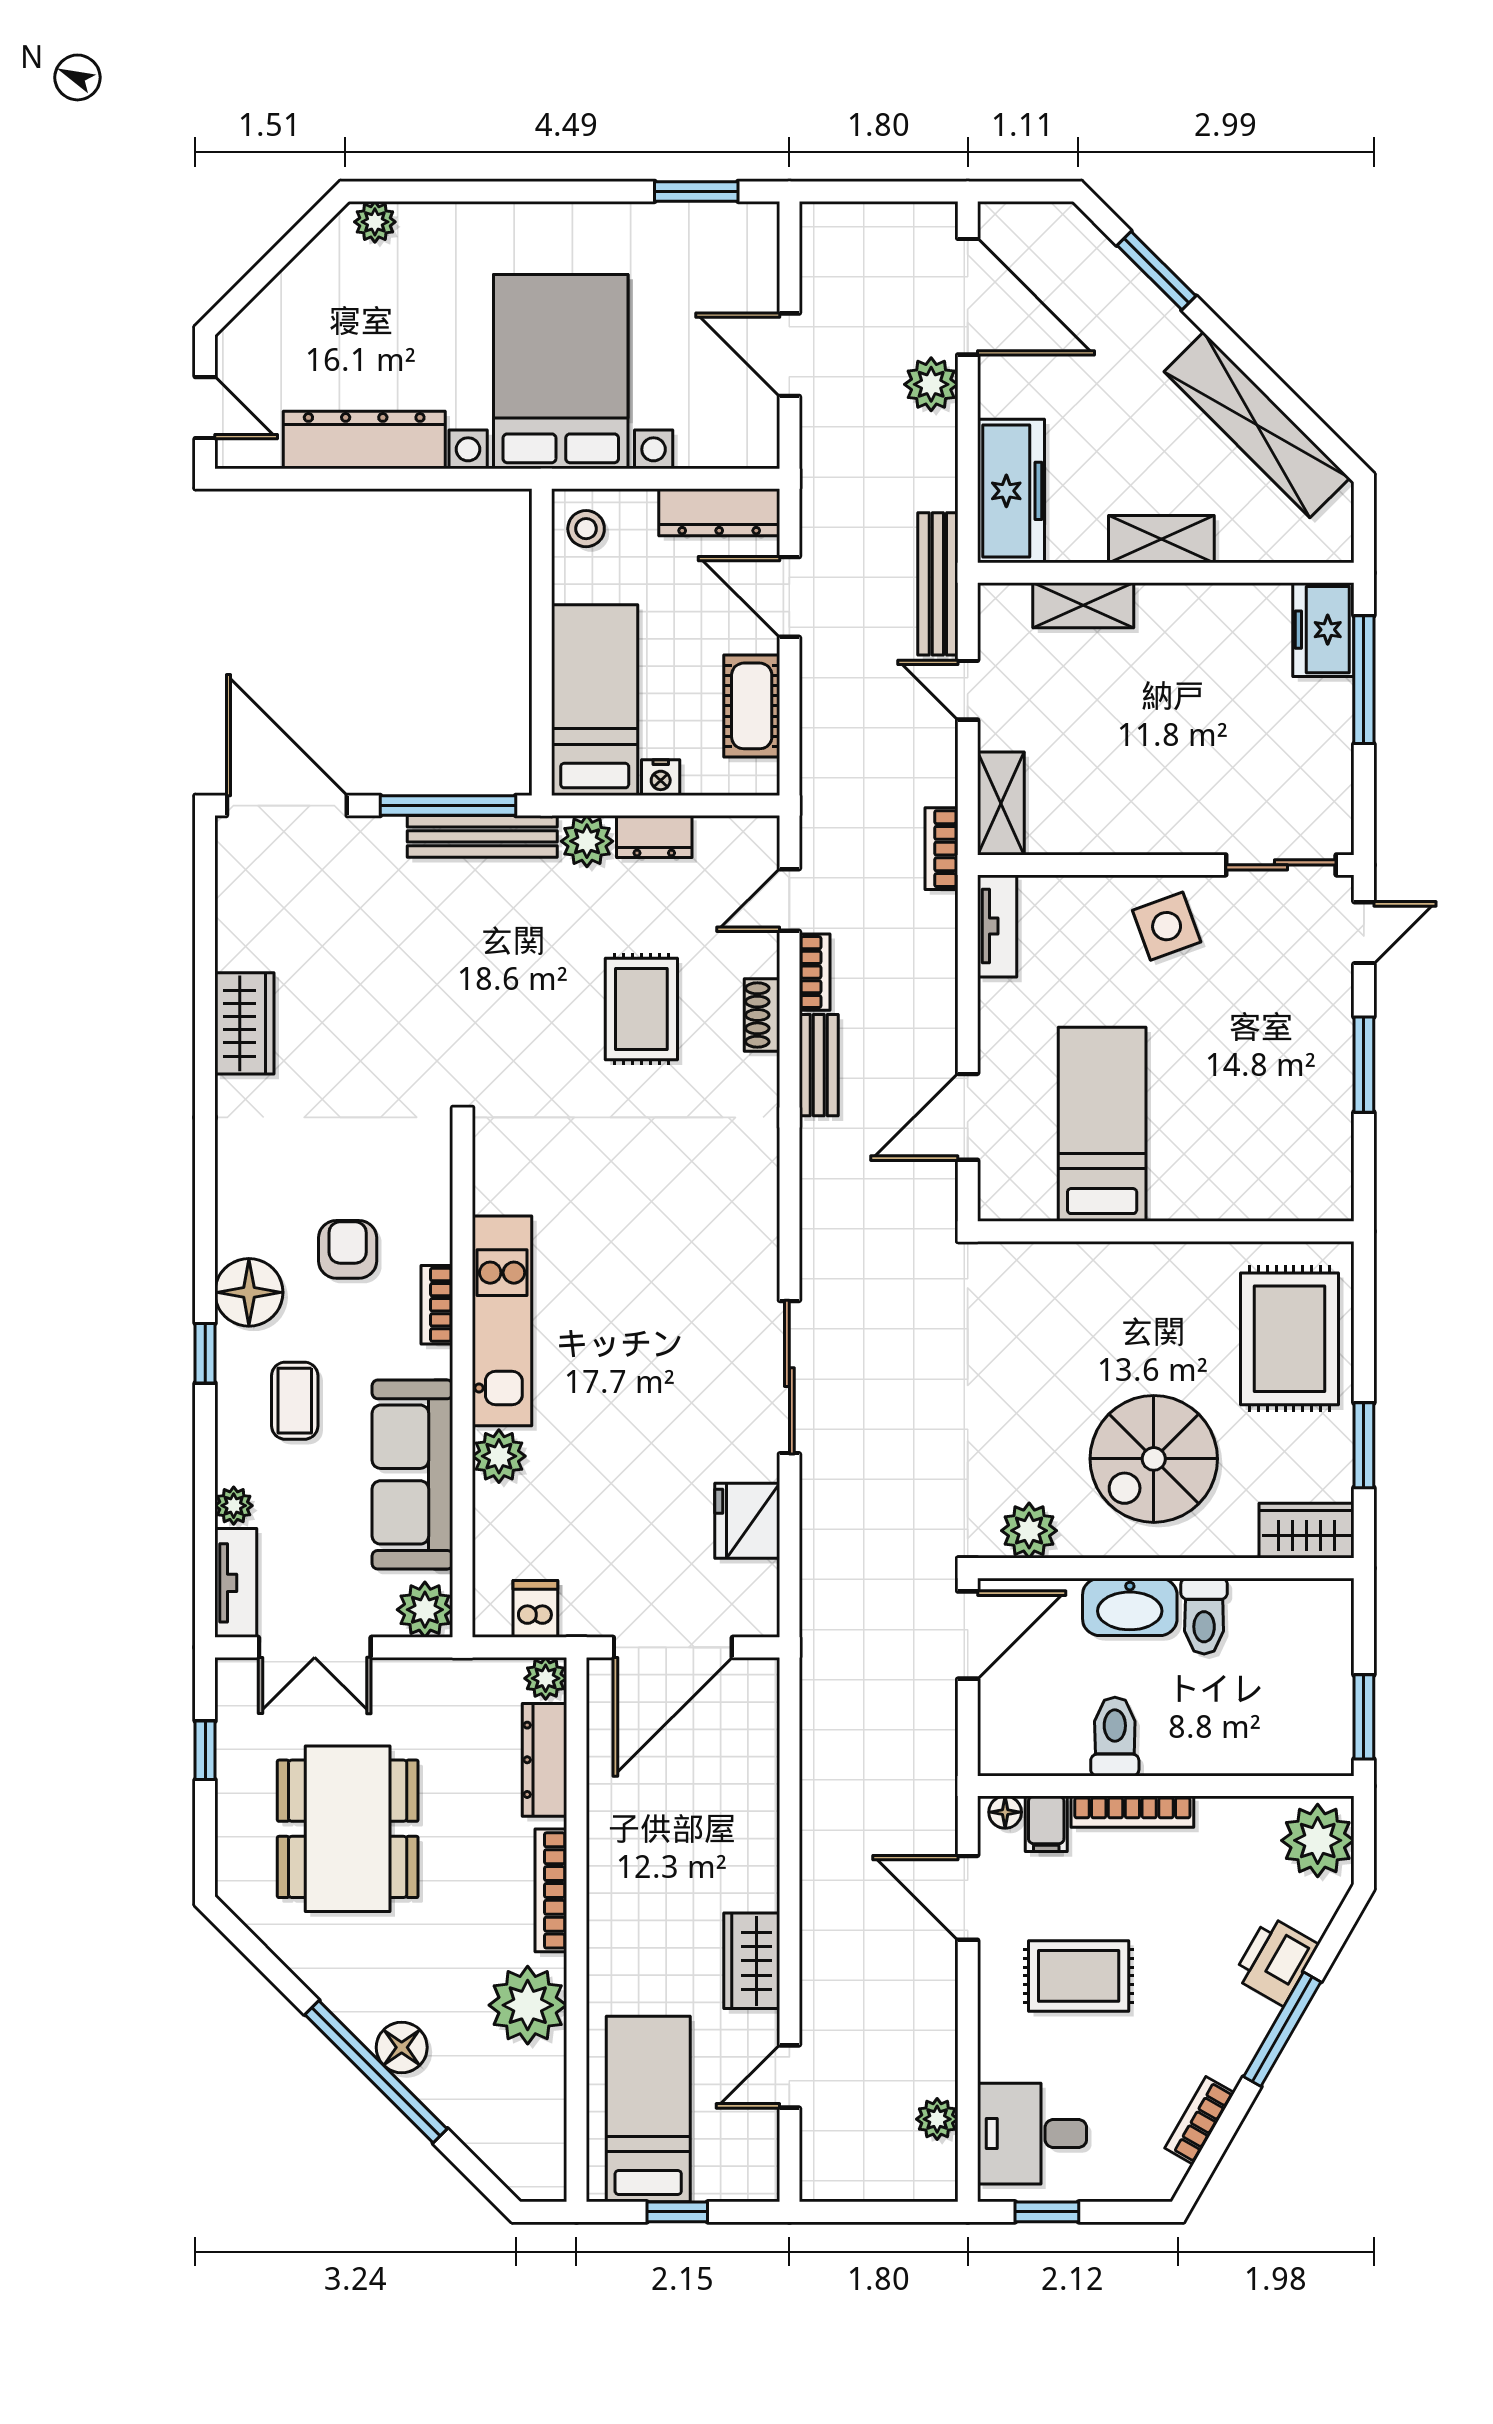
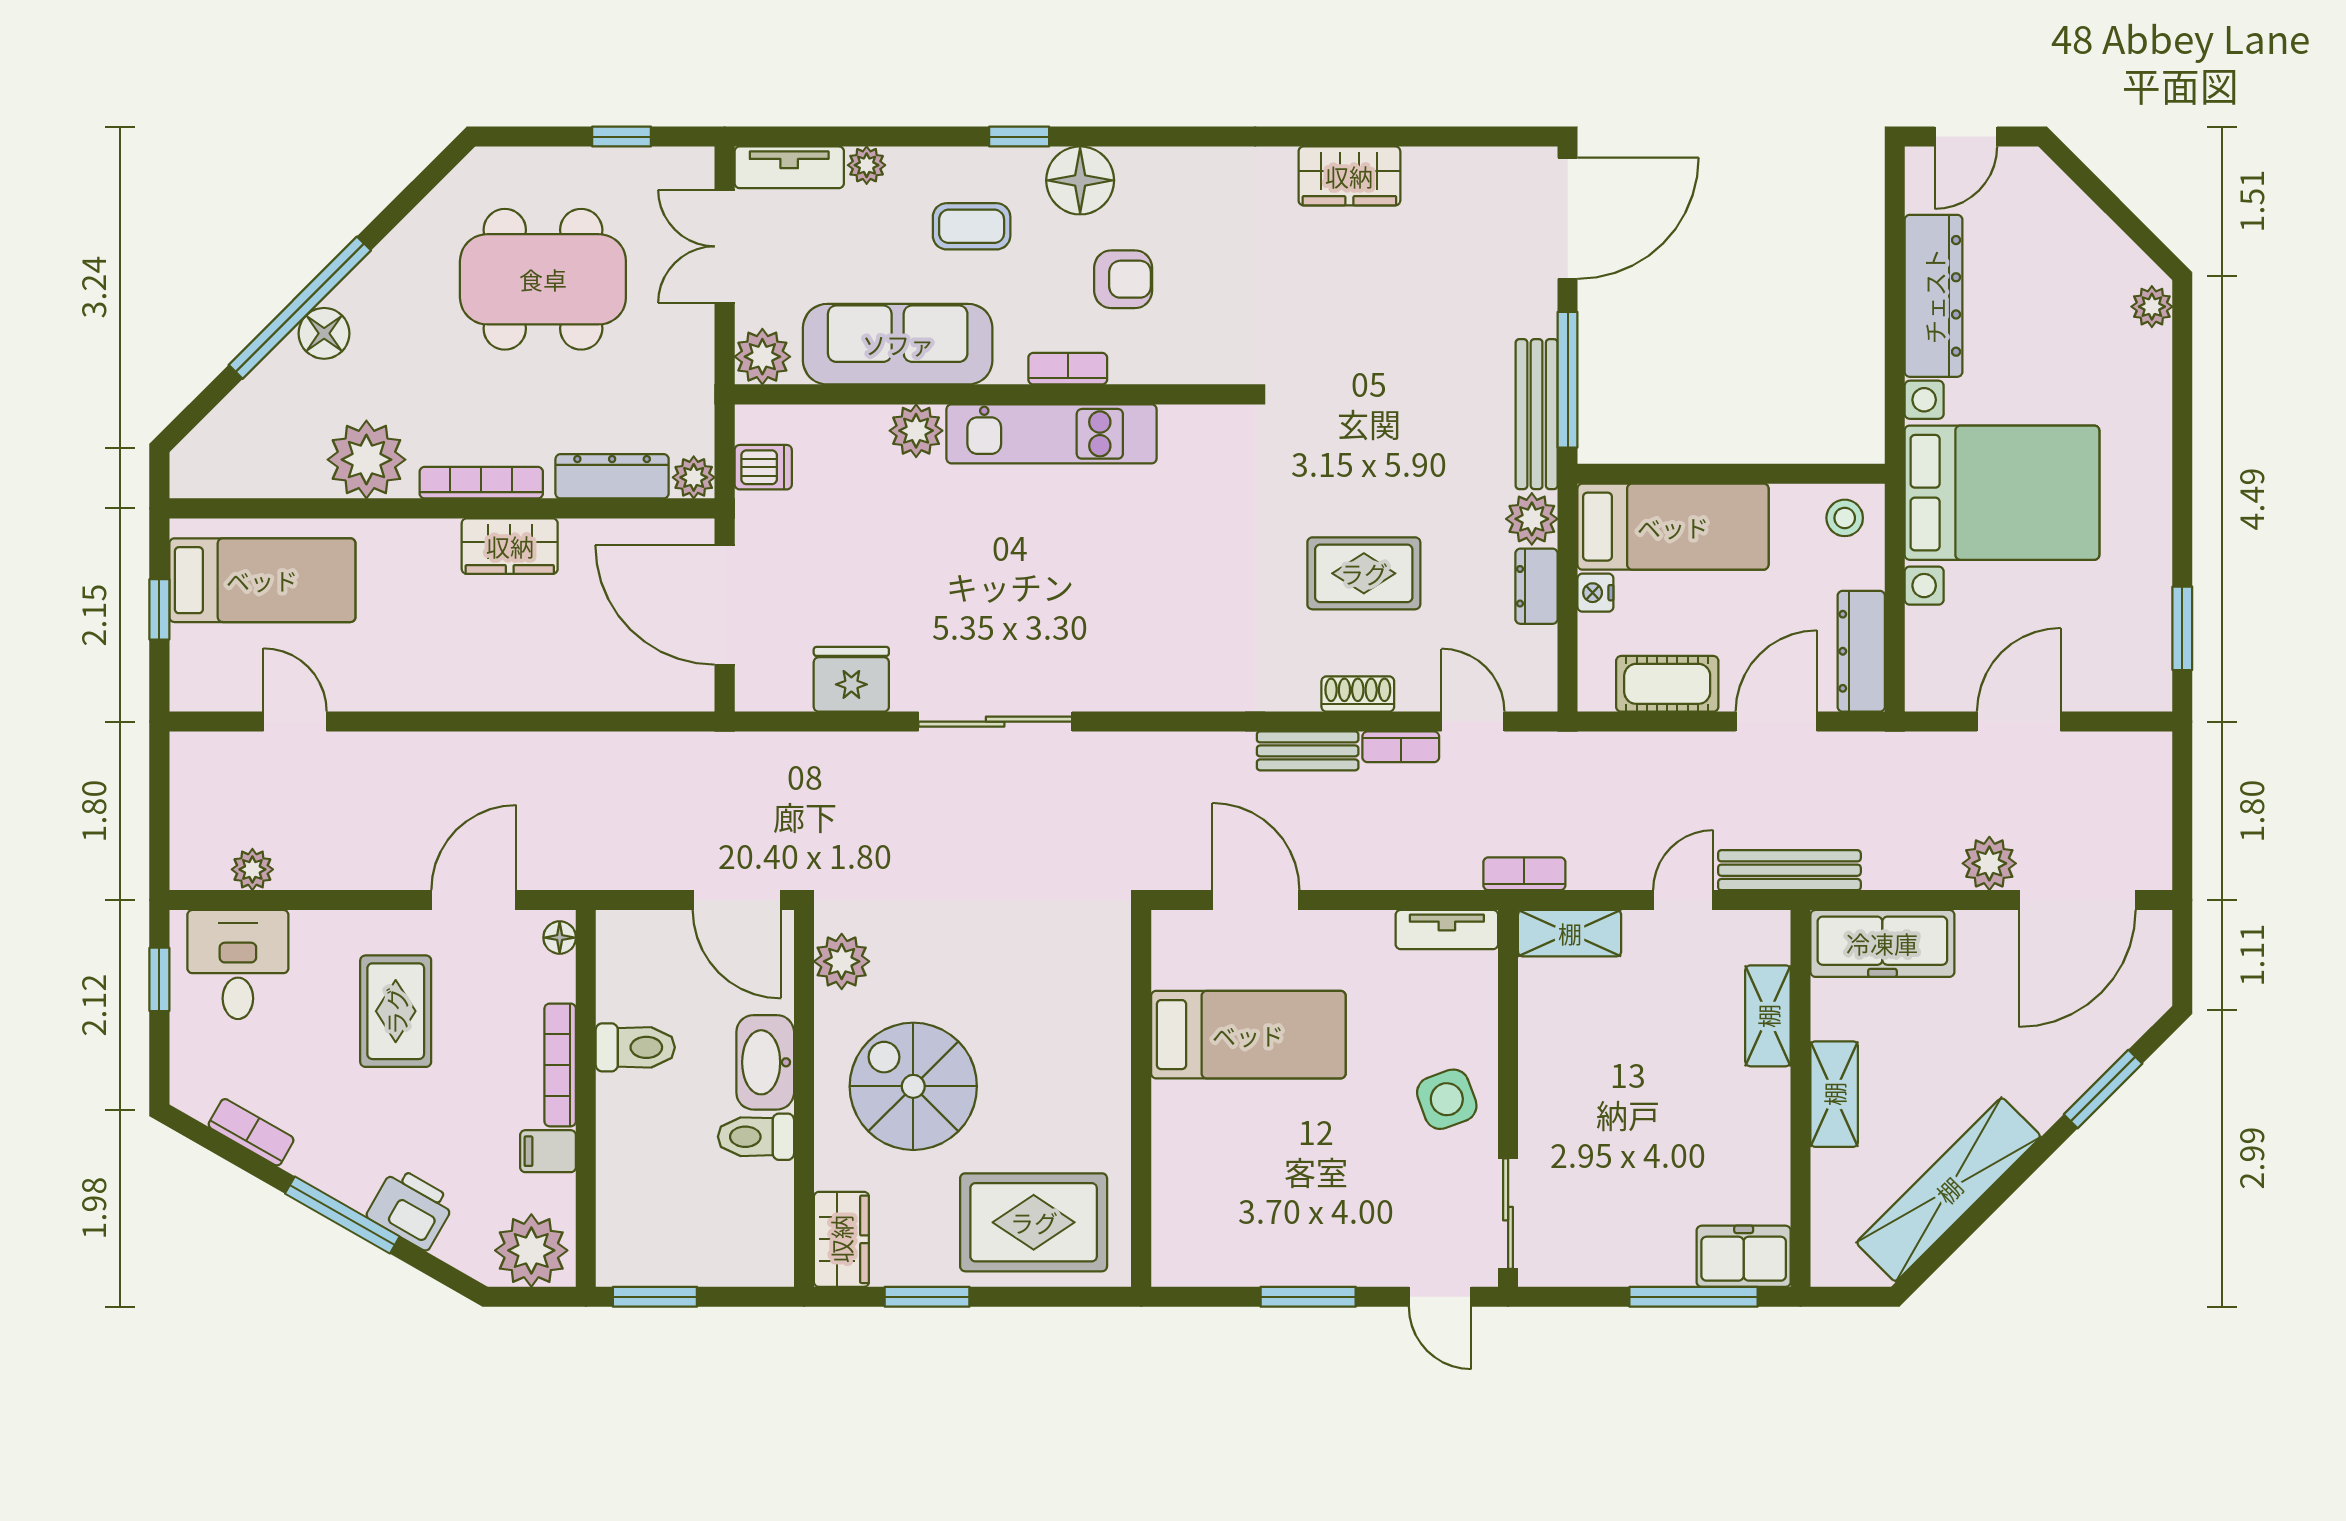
filing cabinet: (1046, 1824) -> (548, 1151), moved
wardrobe: (752, 1961) -> (510, 546), moved, turned 180

